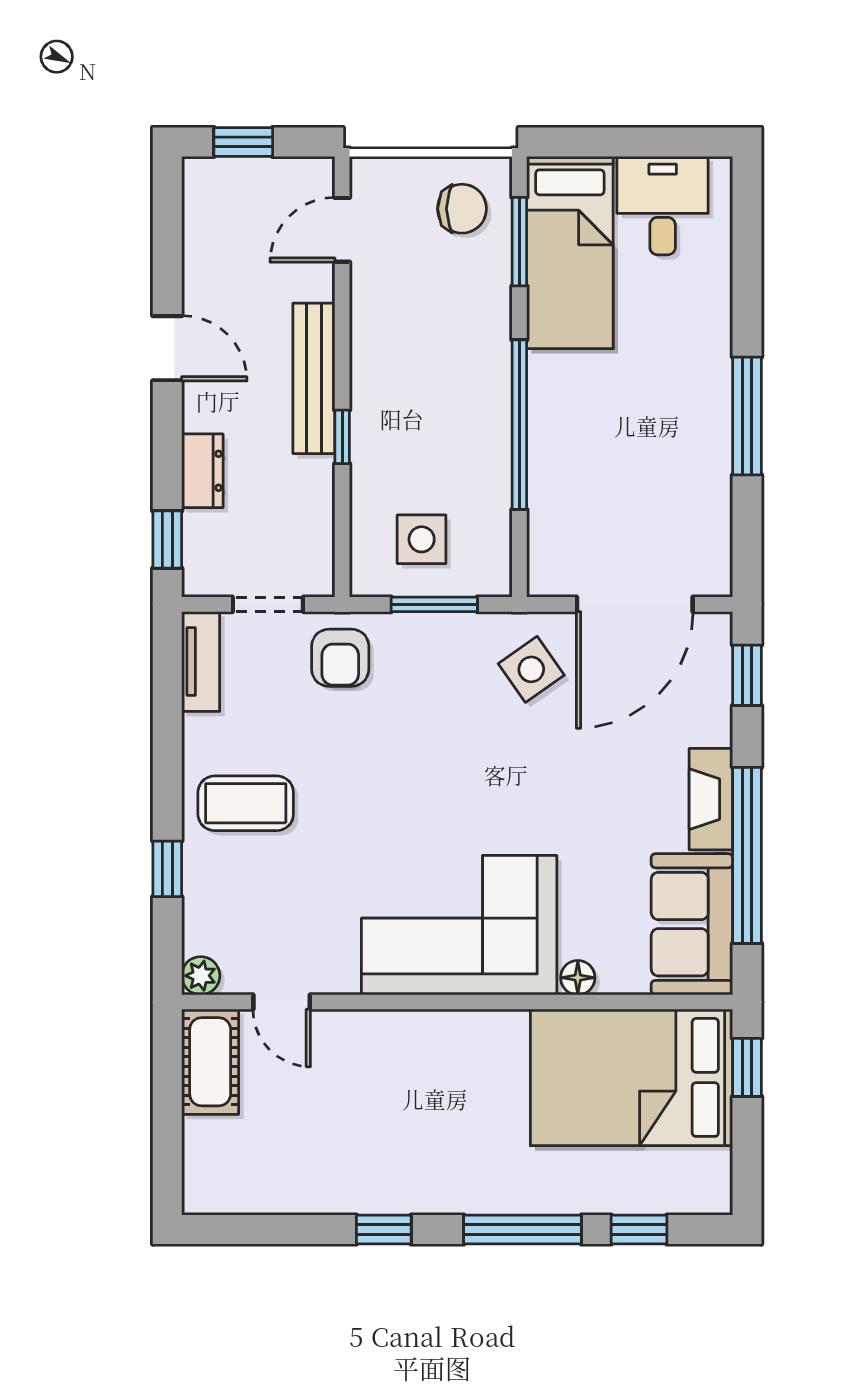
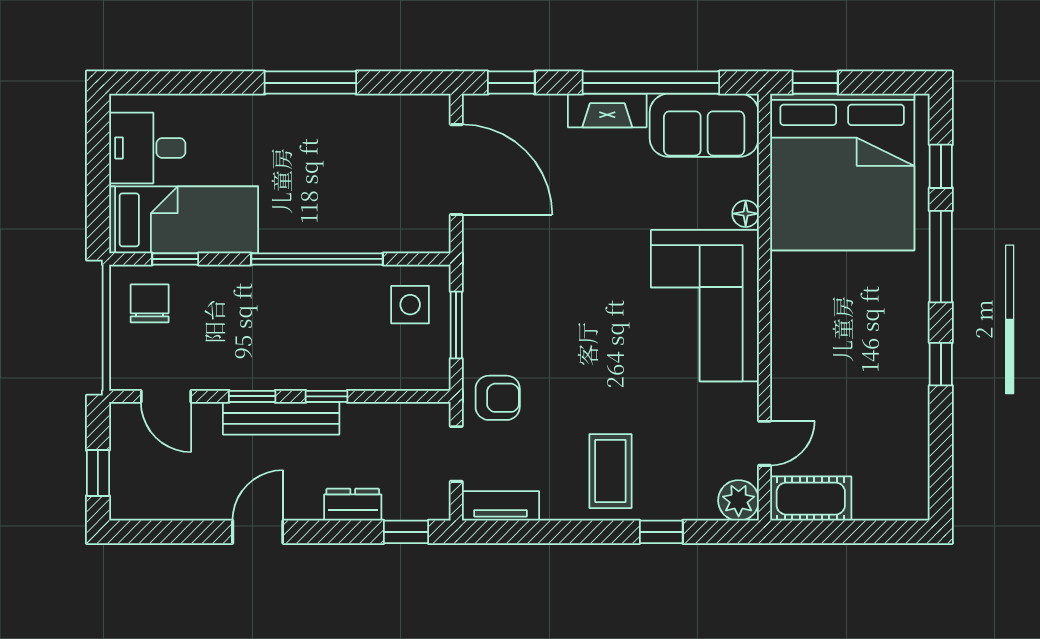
window: (519, 242) -> (175, 259), width x0.67
window: (342, 341) -> (252, 396), added
side table: (422, 539) -> (410, 305), moved
side table: (531, 669) -> (507, 250), removed
plant: (201, 976) -> (739, 500), width x1.38, depth x1.38
bed: (631, 1077) -> (842, 172), width x1.36

